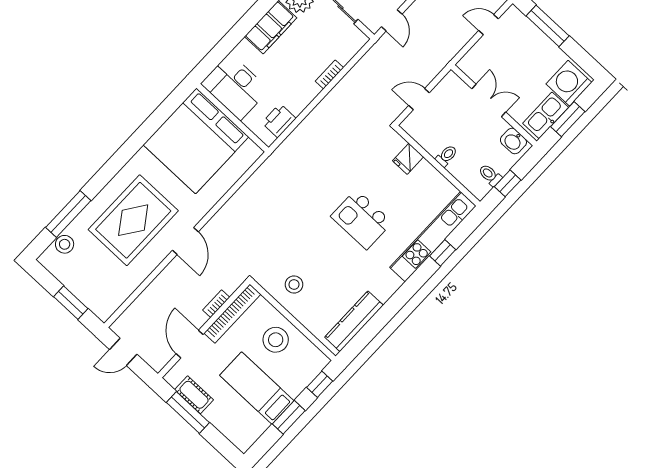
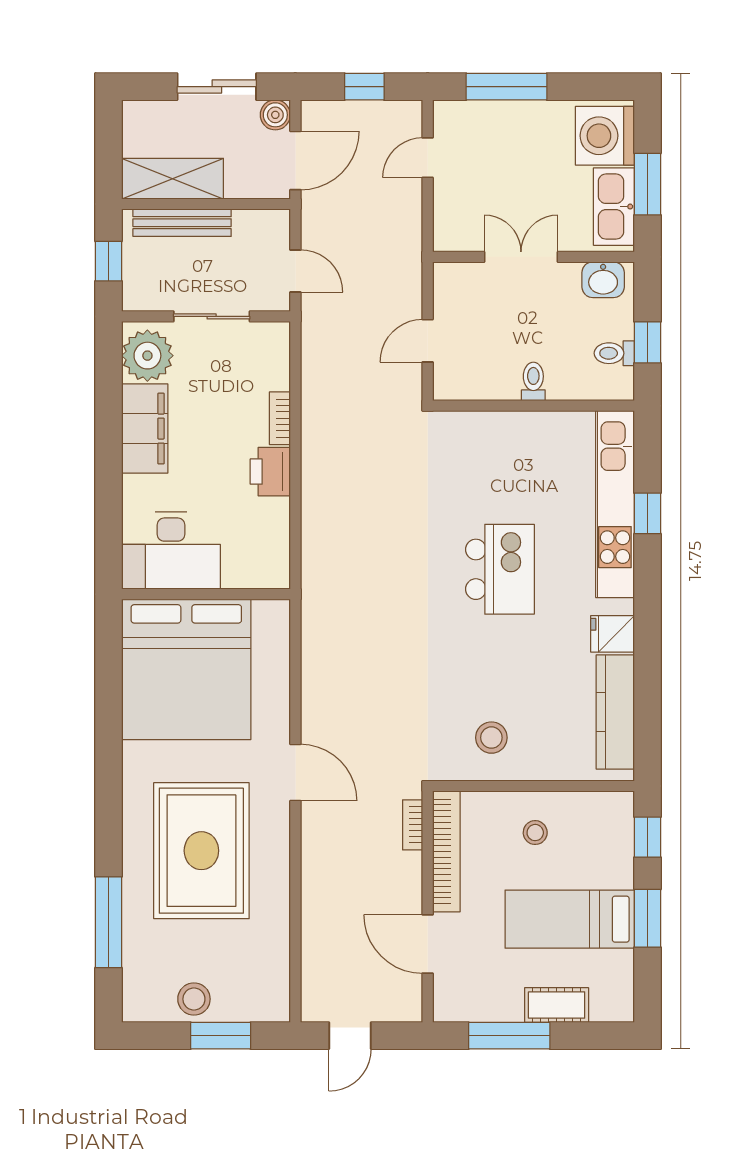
printer: (279, 121) -> (270, 472), moved
fridge: (408, 159) -> (612, 634), moved, turned 90
kitchen island: (361, 219) -> (500, 569), turned -90
door: (185, 241) -> (295, 773), moved
stool: (65, 244) -> (194, 999), moved
bookcase: (216, 304) -> (413, 825), moved
stool: (276, 340) -> (535, 833), width x0.53, depth x0.53
cot: (194, 395) -> (557, 1005), moved

